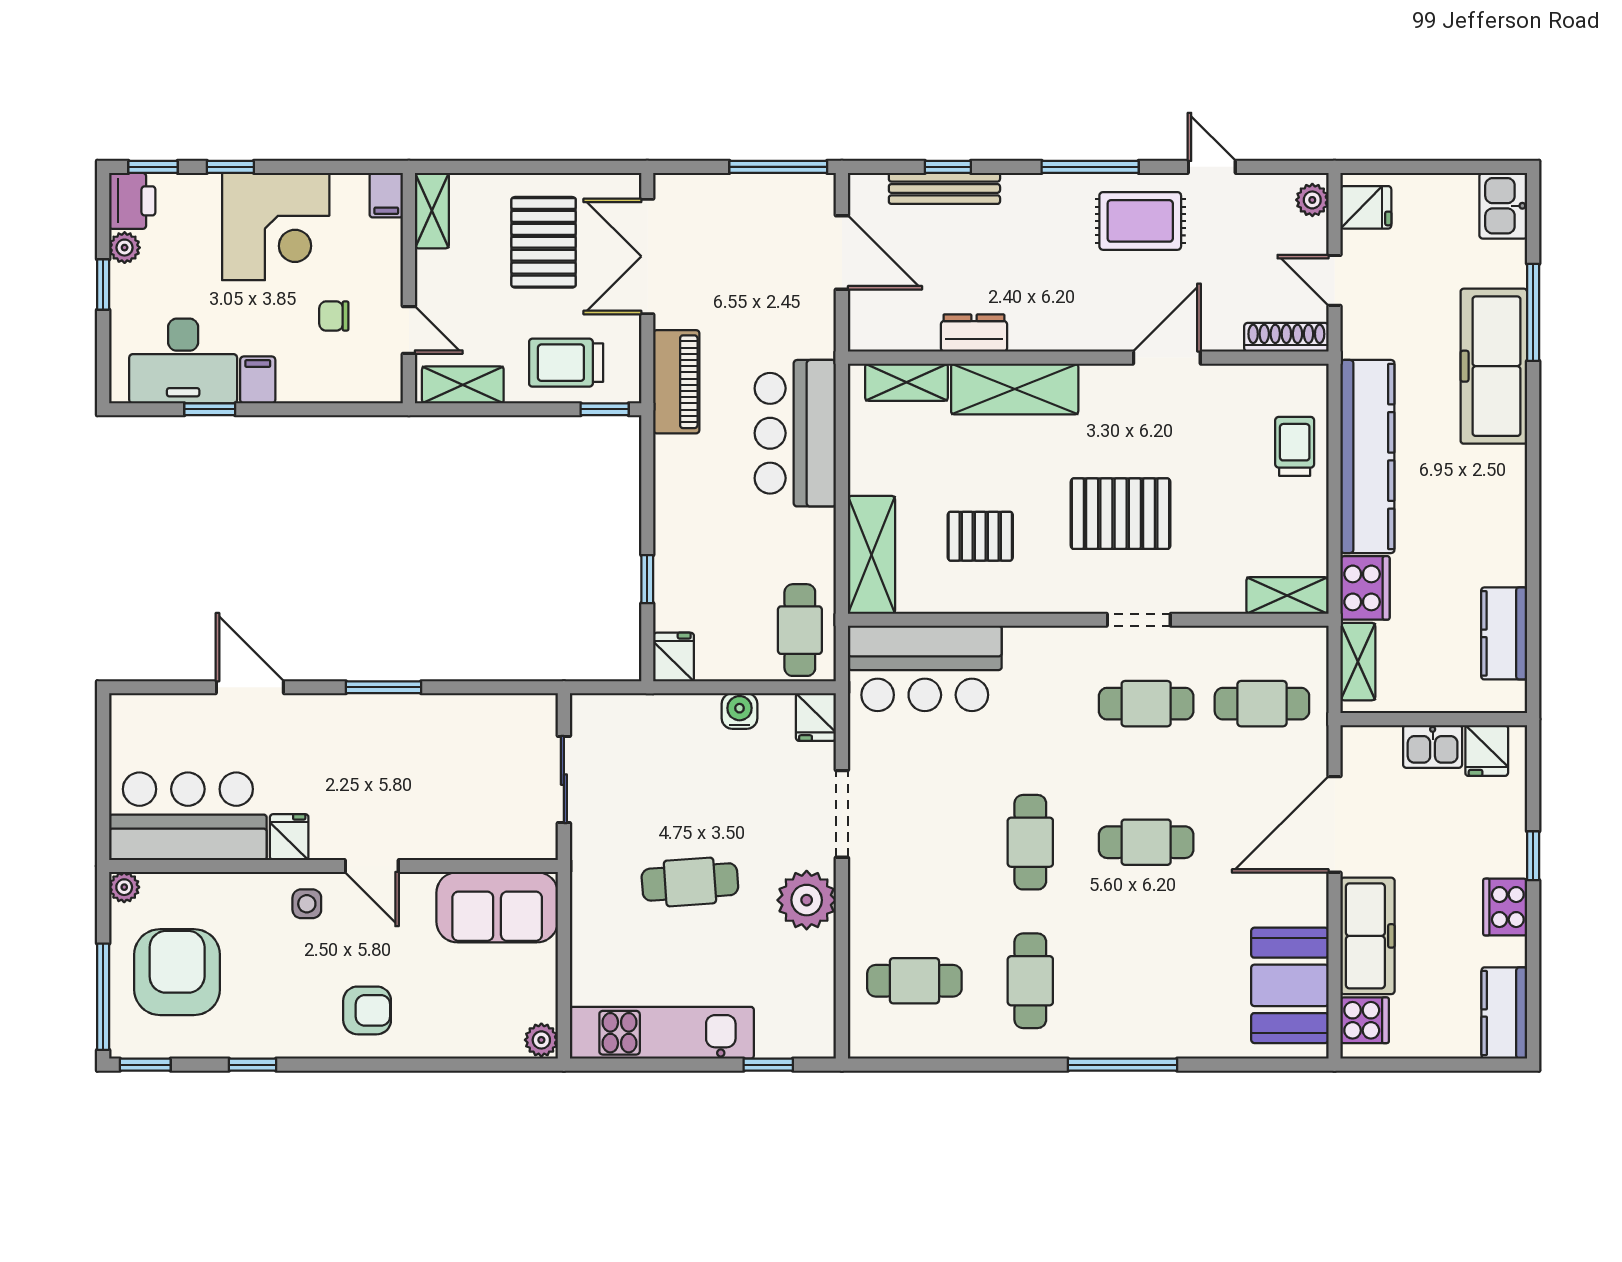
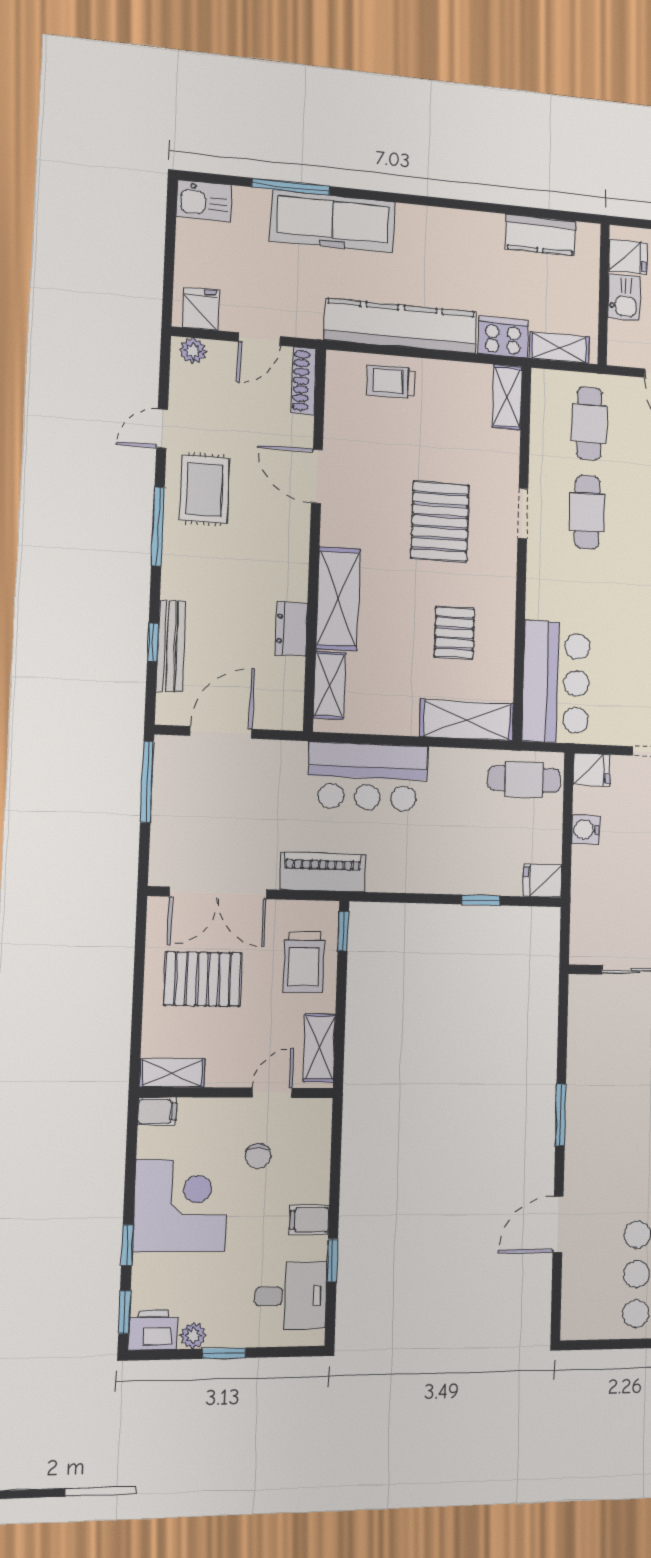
desk: (183, 361) -> (291, 1296), width x0.73

